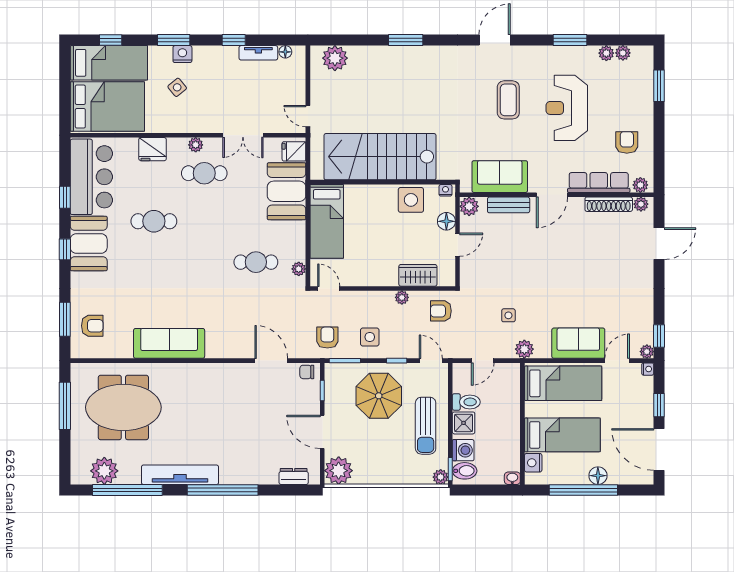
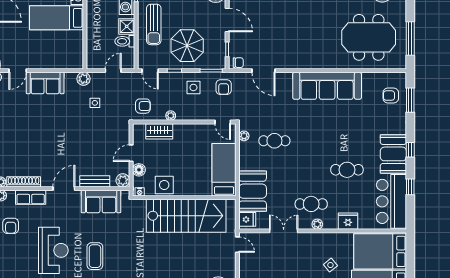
row of seats: (599, 183) -> (31, 197), width x0.68
sofa: (169, 343) -> (327, 86), width x1.36, depth x1.27
bed: (563, 383) -> (56, 55), removed
sun lounger: (426, 426) -> (154, 24), turned 180

